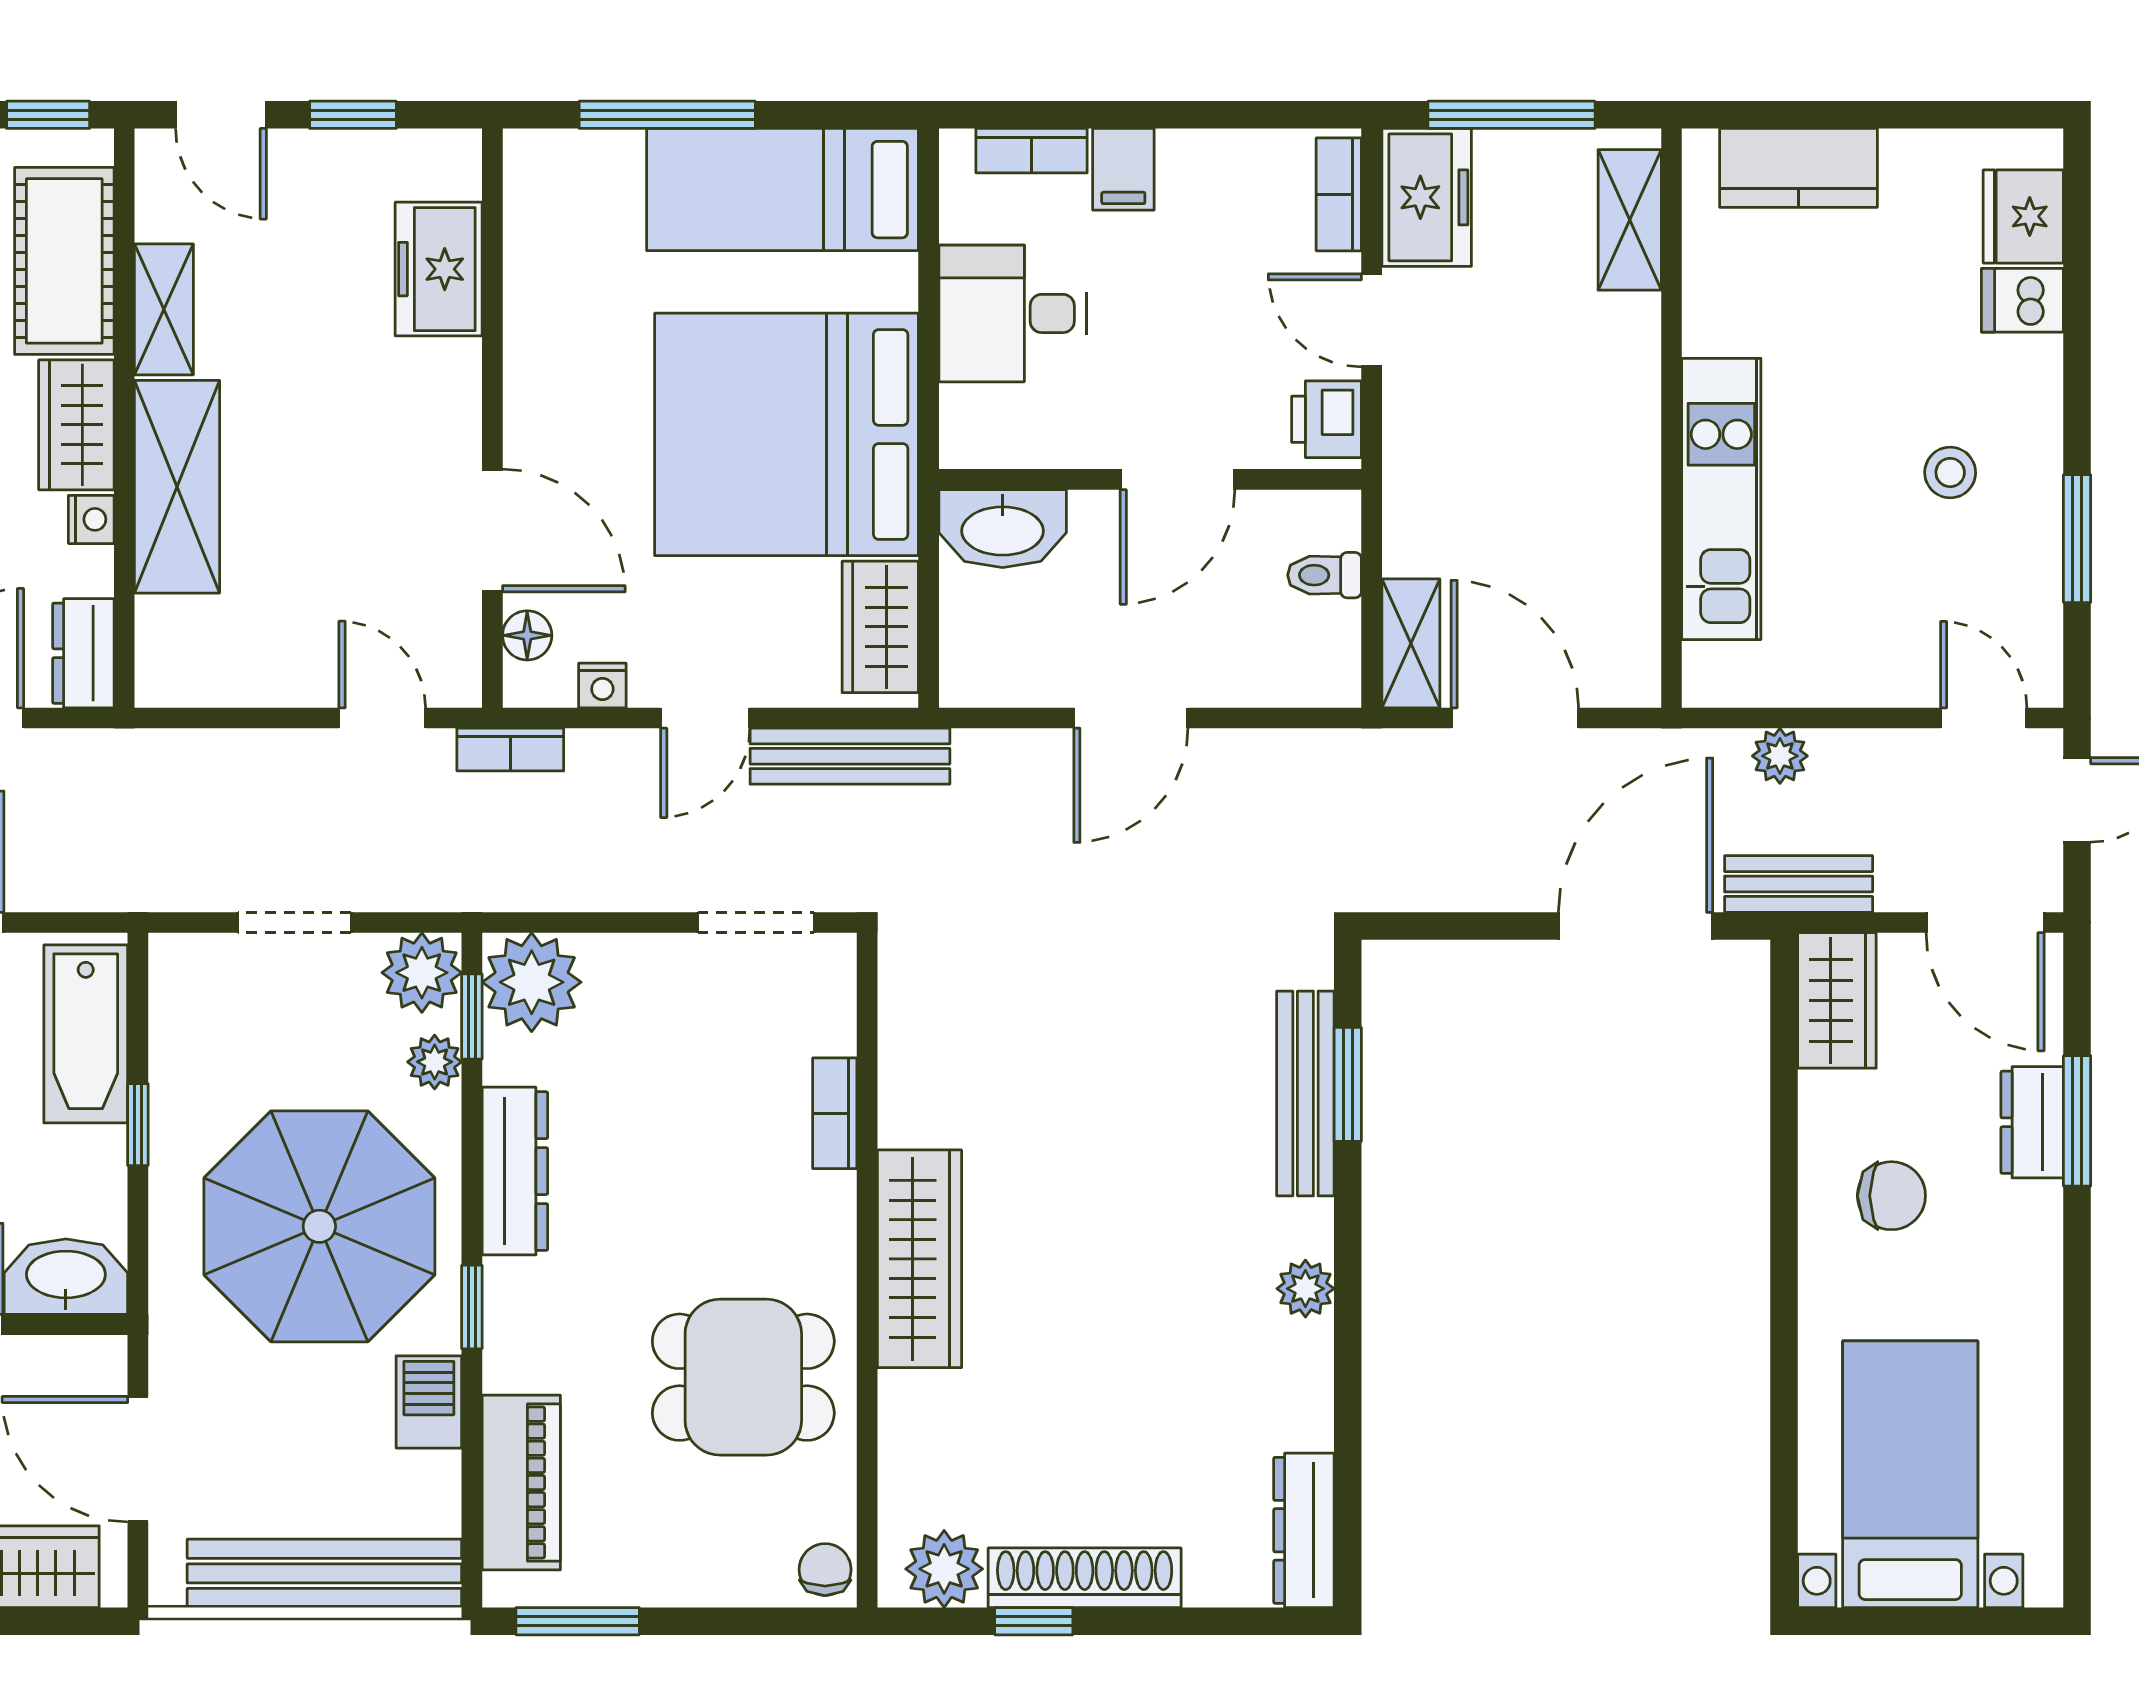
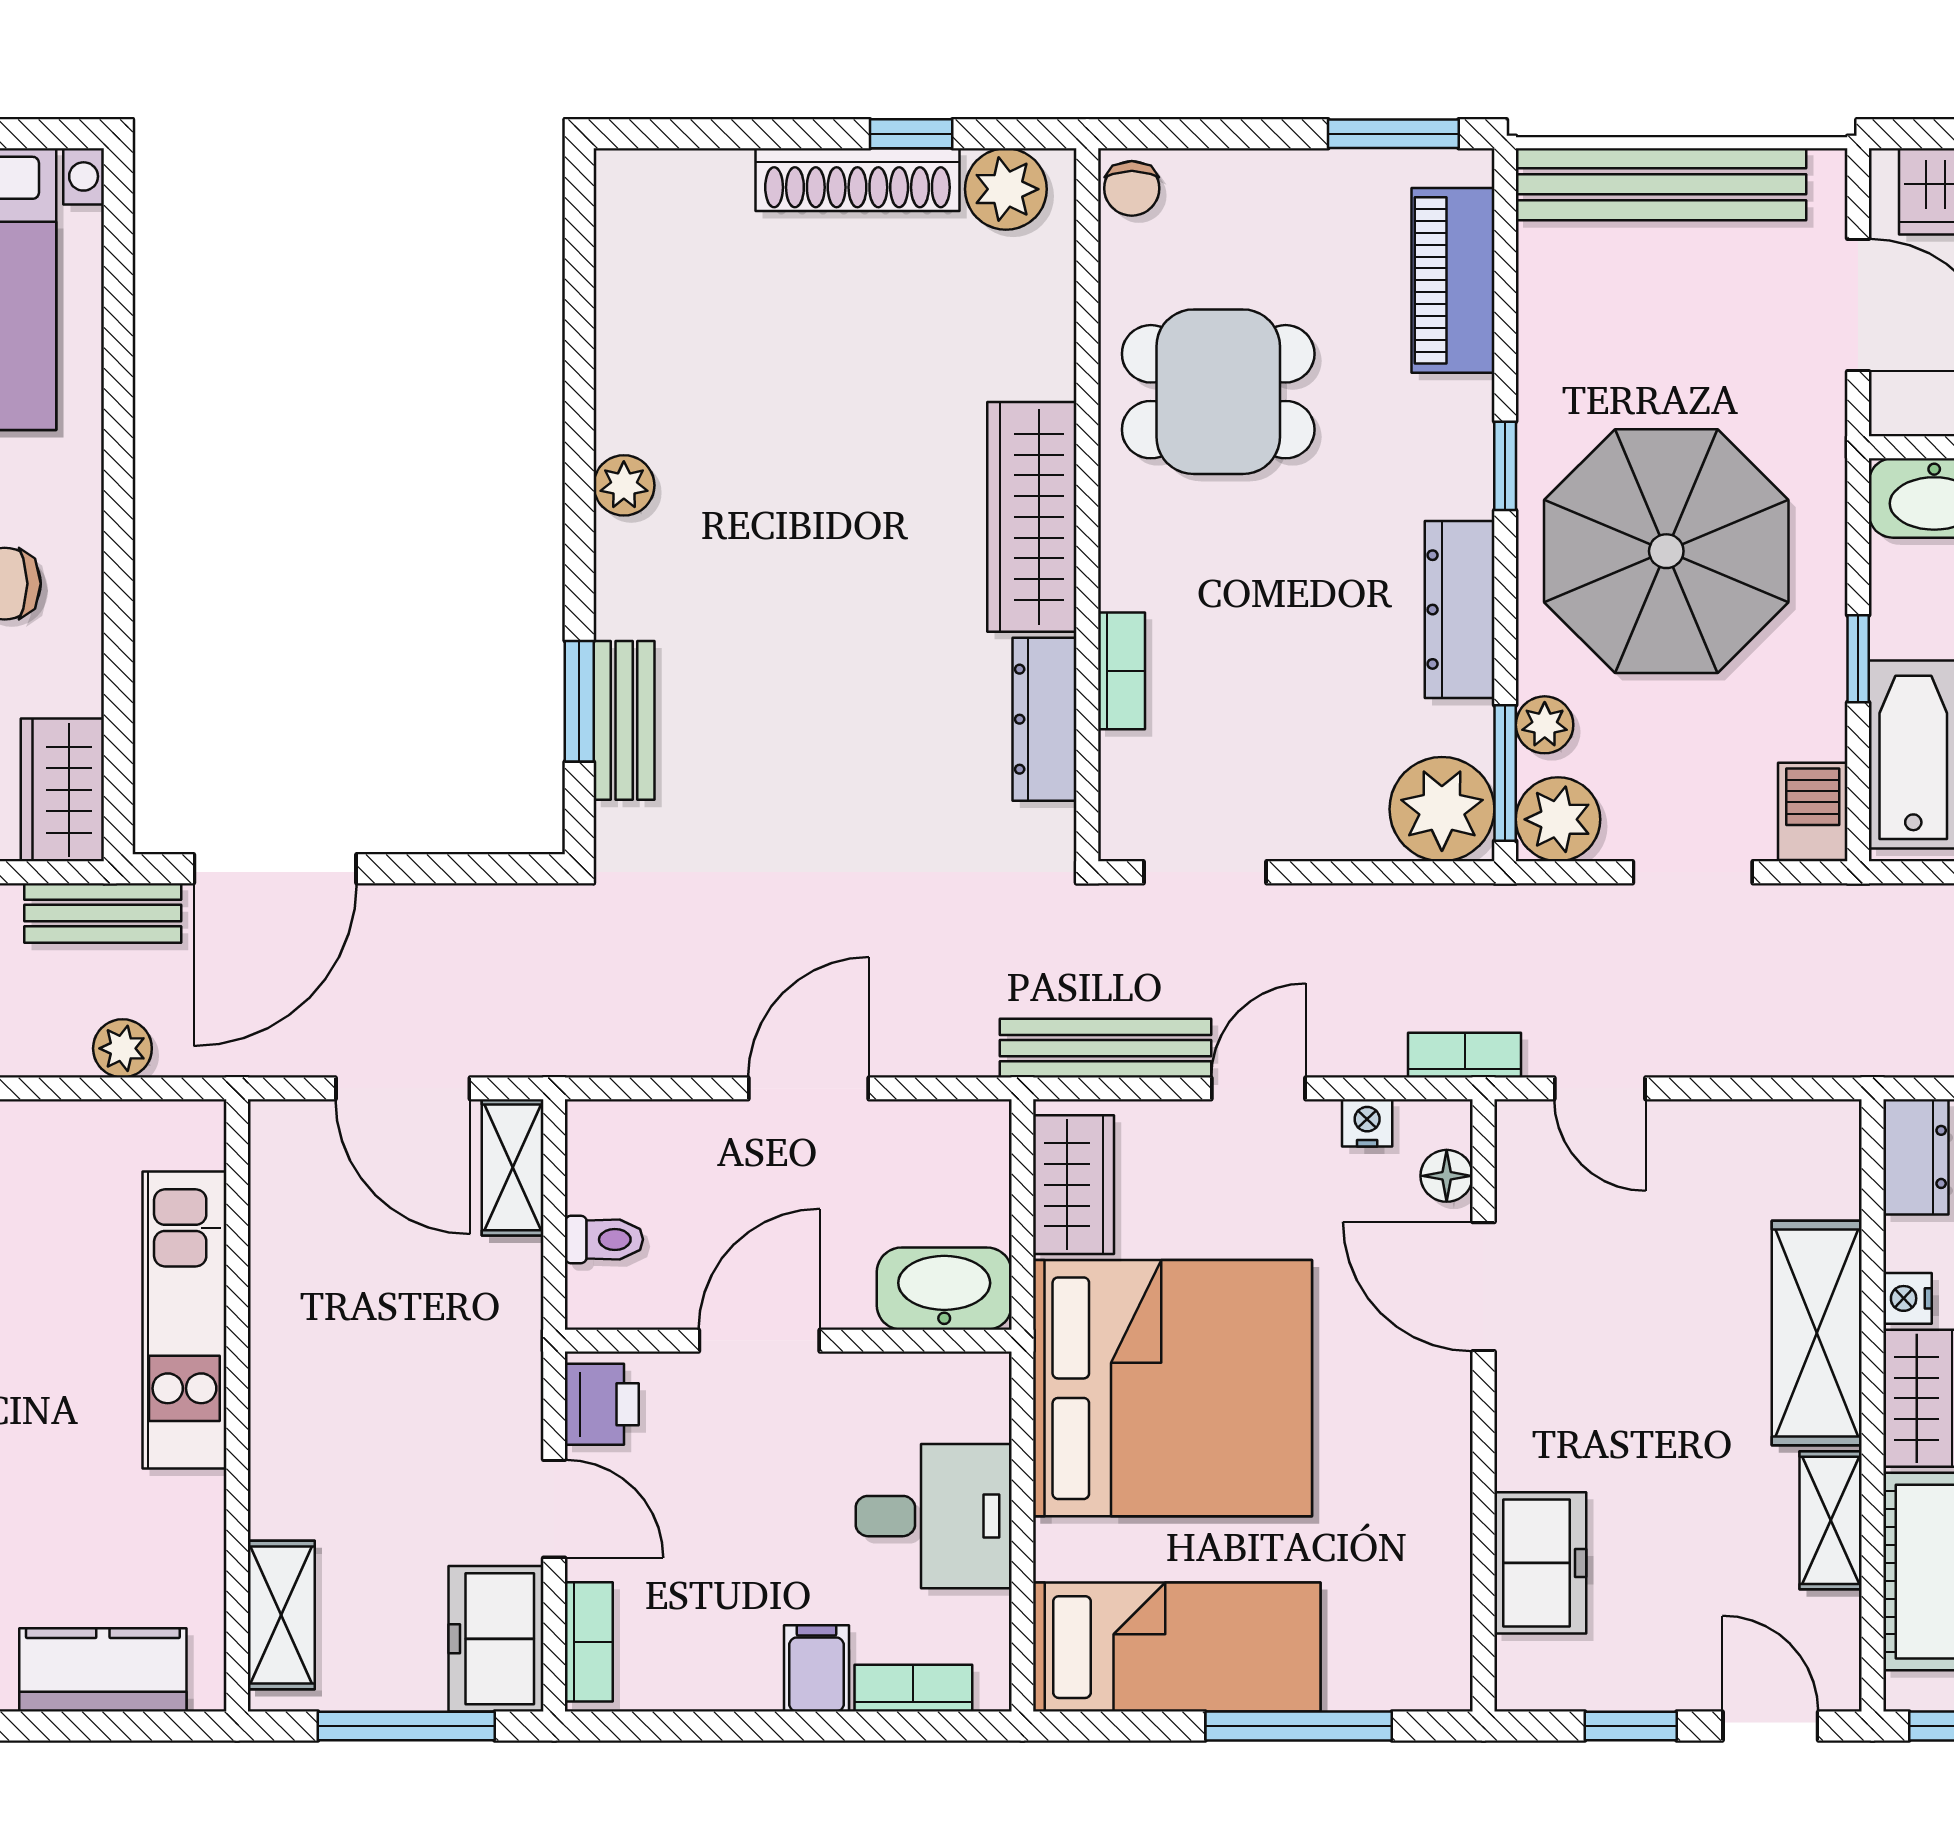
window: (472, 1017) -> (1505, 773), width x1.50
bench: (1305, 1094) -> (624, 720), width x0.73
barbecue: (429, 1402) -> (1813, 811), moved, turned 180
dresser: (1304, 1530) -> (1045, 719), moved, turned 180

